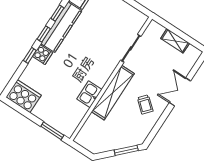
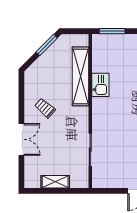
shelving: (113, 93) -> (80, 76), moved
window: (126, 150) -> (47, 45), moved

